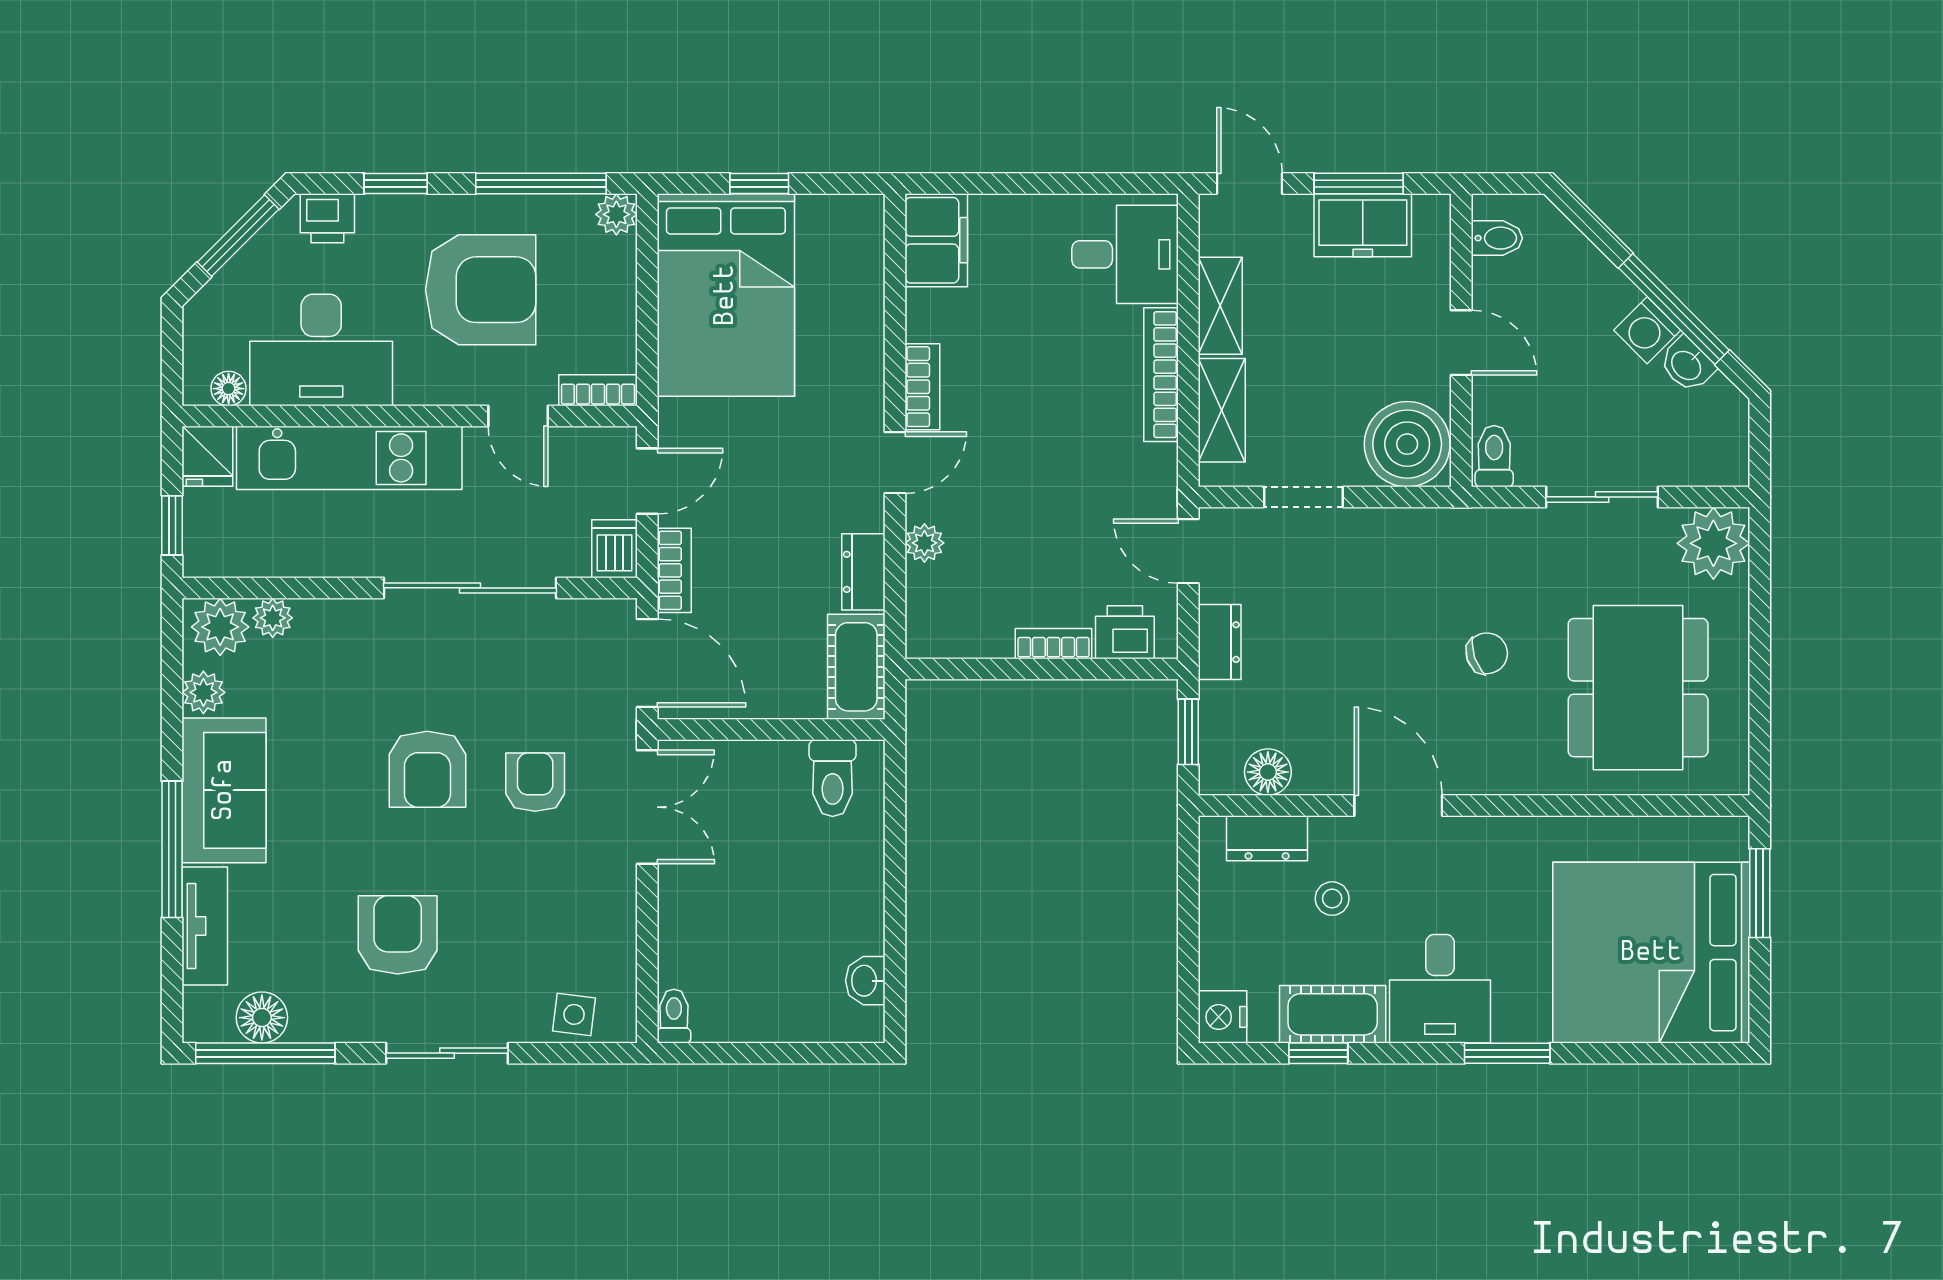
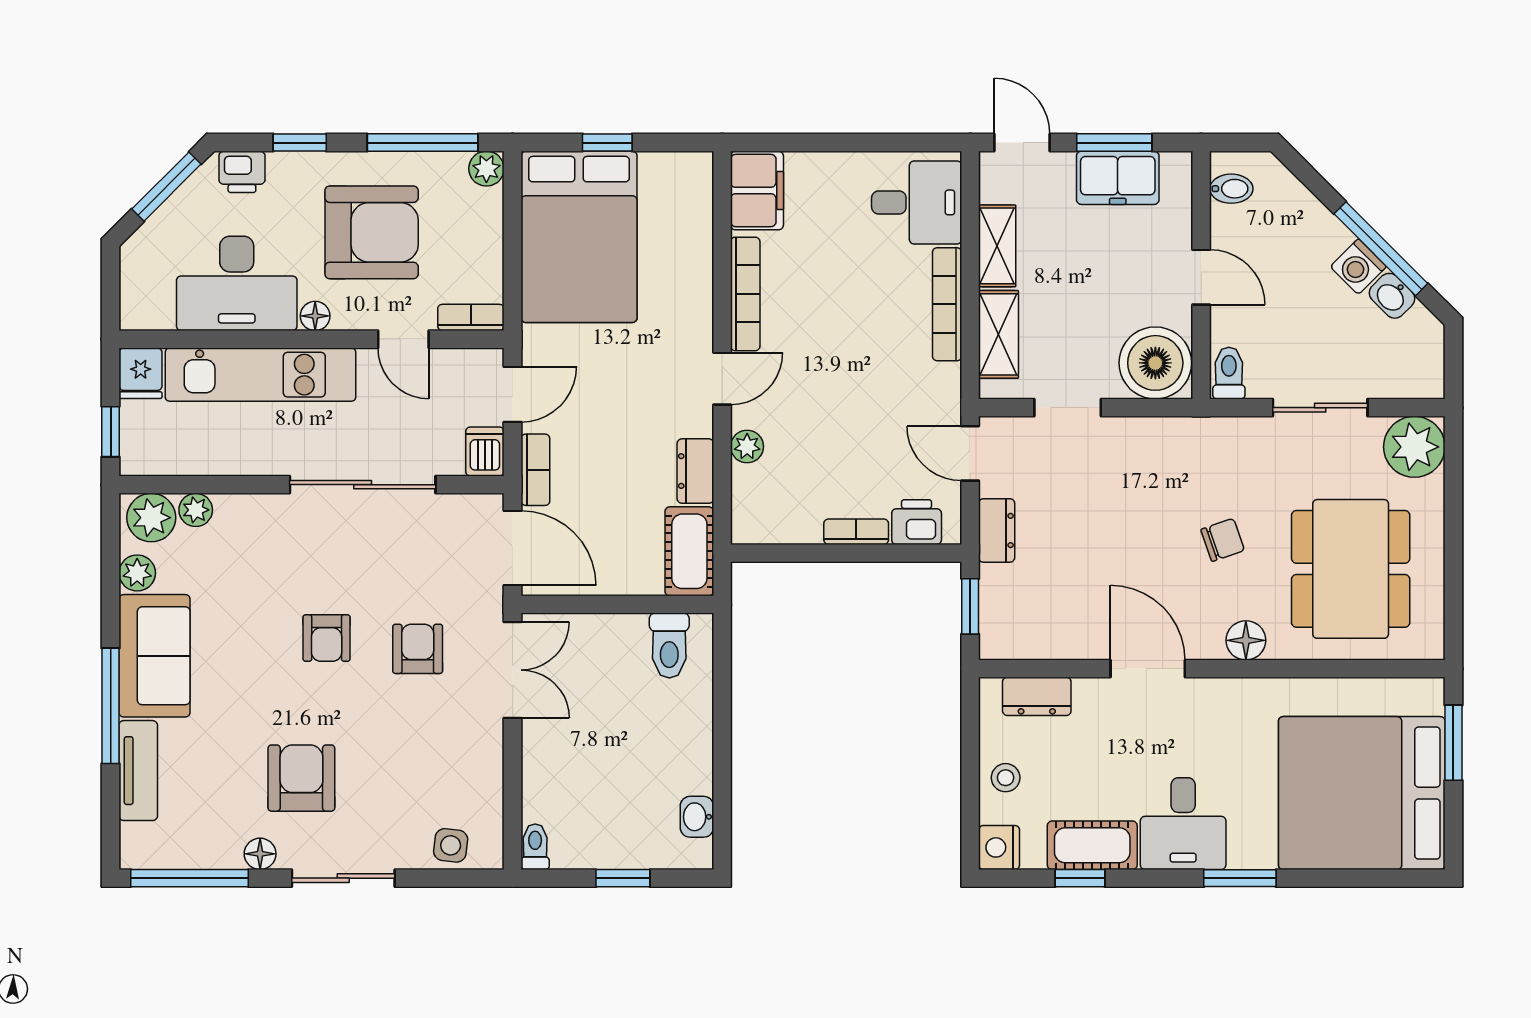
bookcase: (922, 387) -> (745, 294), width x1.56
floor lamp: (229, 389) -> (315, 316), moved
armchair: (427, 769) -> (327, 638), width x0.72, depth x0.72
floor lamp: (1268, 772) -> (1246, 640), moved
stool: (1332, 899) -> (1006, 778), moved
floor lamp: (262, 1018) -> (260, 854), moved, width x0.73, depth x0.73
window: (778, 1053) -> (623, 878), added

